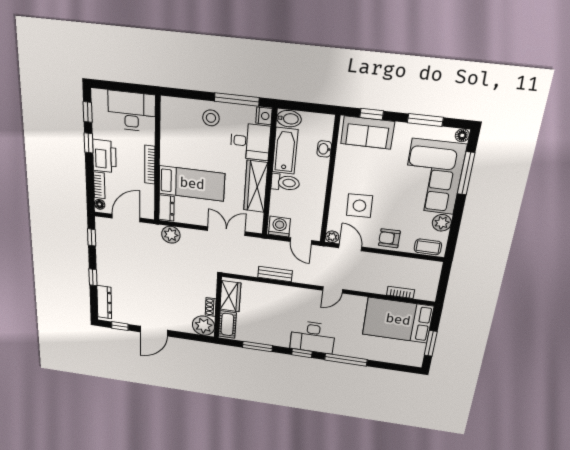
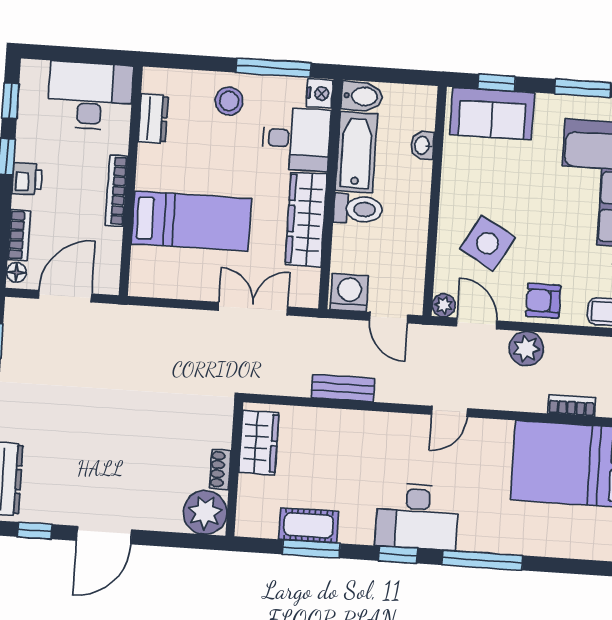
printer: (104, 156) -> (27, 179), width x0.53, depth x0.68
side table: (359, 206) -> (488, 243), turned 32
dresser: (166, 208) -> (153, 119), moved
plant: (171, 235) -> (526, 349), moved
cot: (227, 324) -> (309, 525), moved, turned 90

